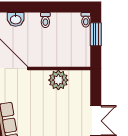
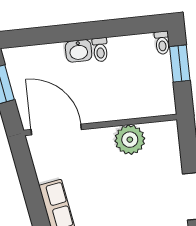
washbasin: (16, 19) -> (79, 51), moved

